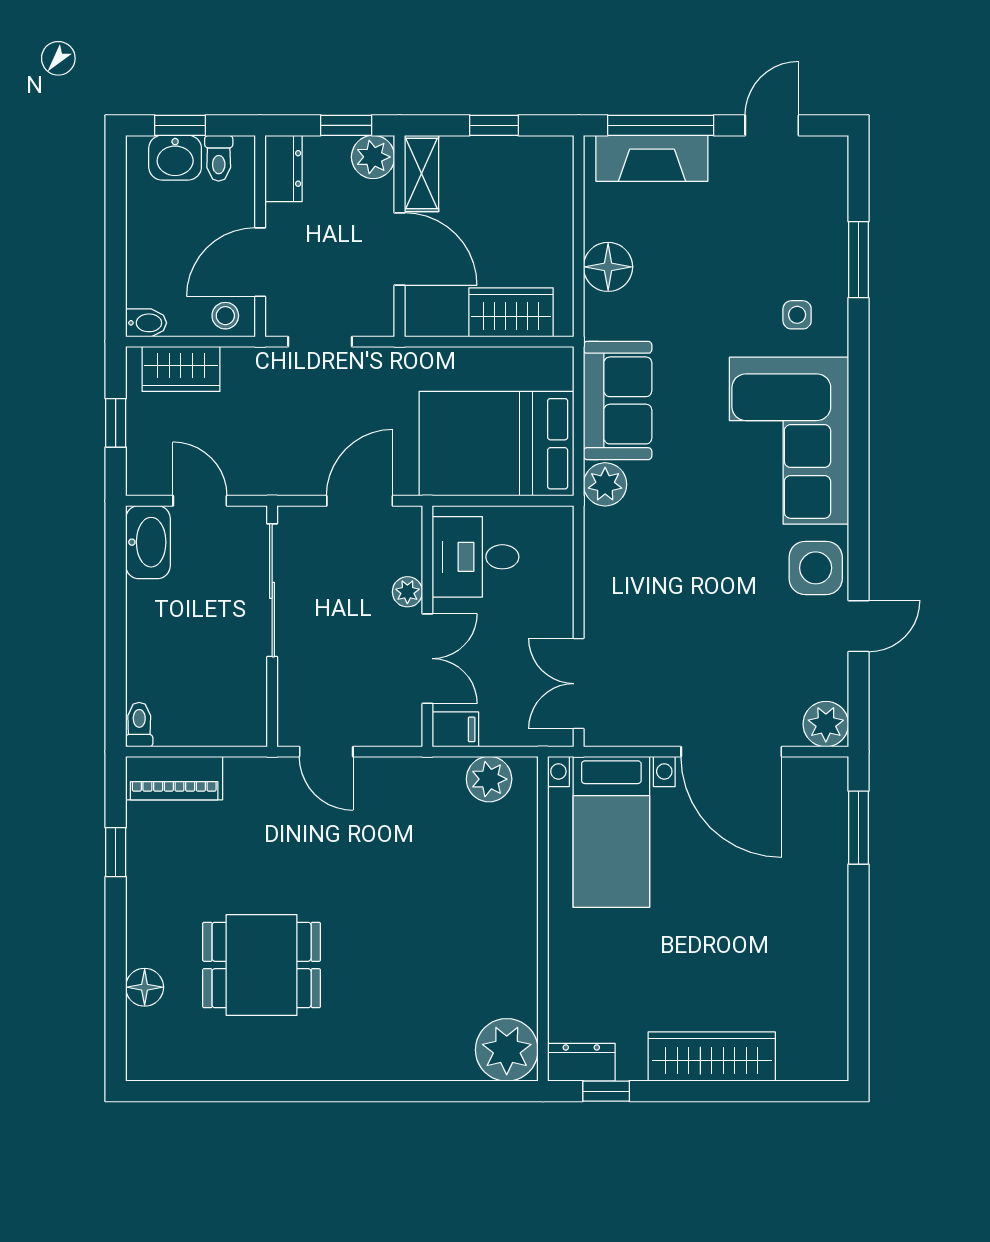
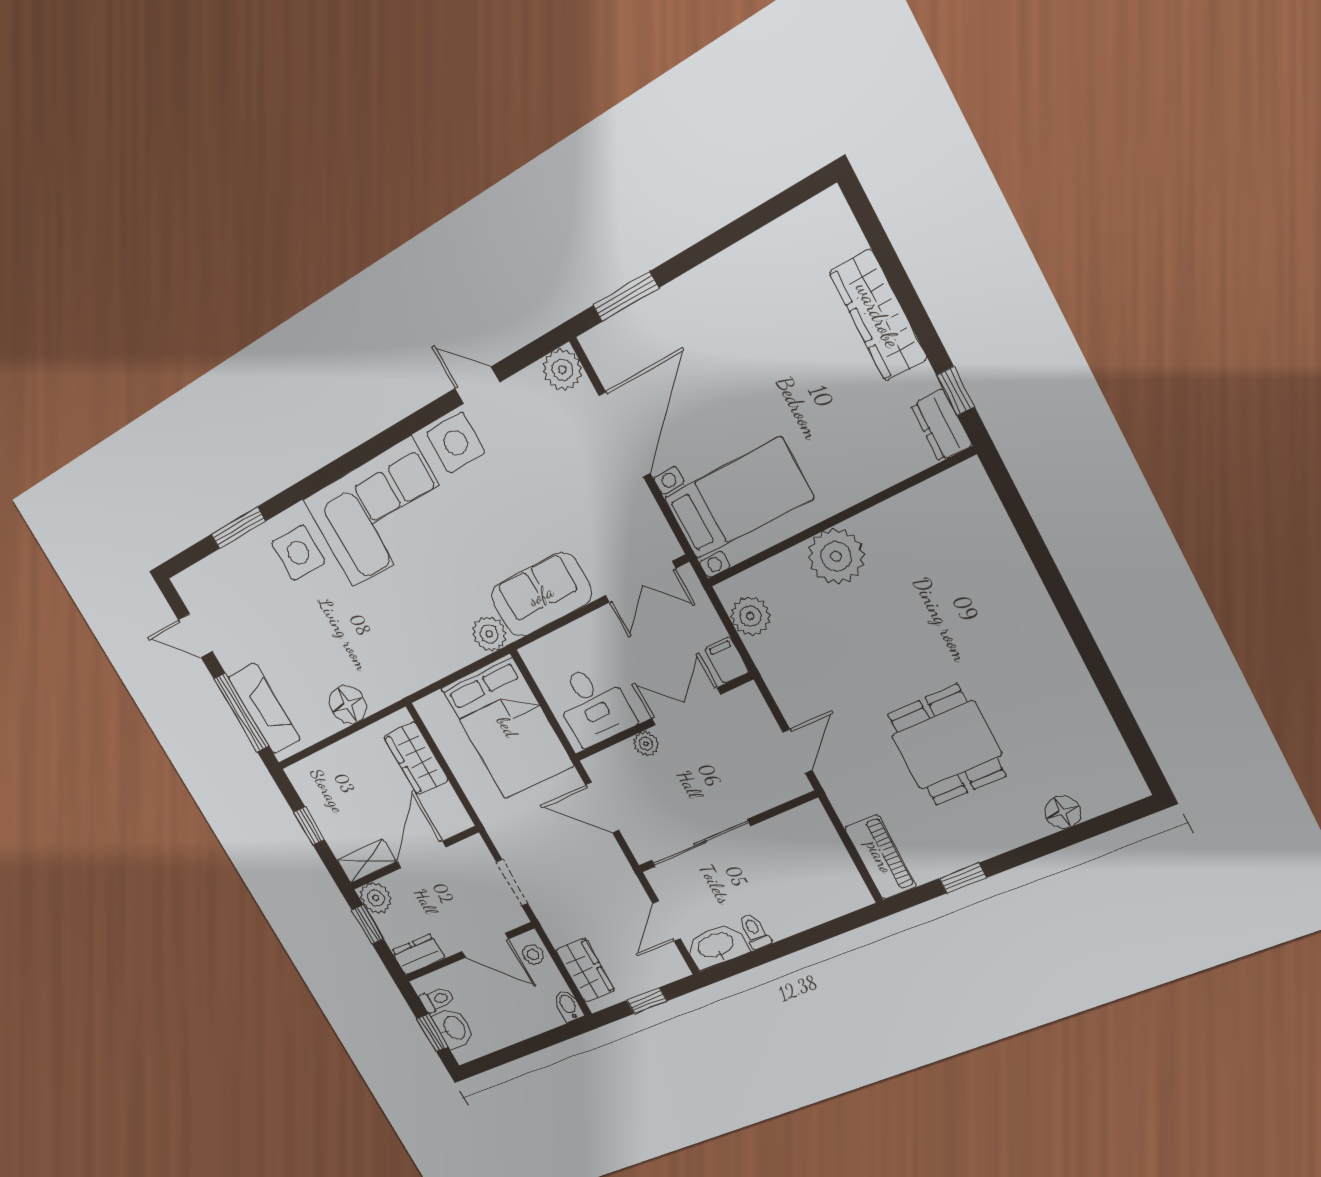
side table: (797, 315) -> (298, 553), width x1.87, depth x1.87
sofa: (618, 400) -> (541, 595), moved
toilet: (139, 725) -> (754, 931), moved, turned 90
dining table: (262, 965) -> (947, 745), moved
plant: (507, 1050) -> (836, 556), moved

